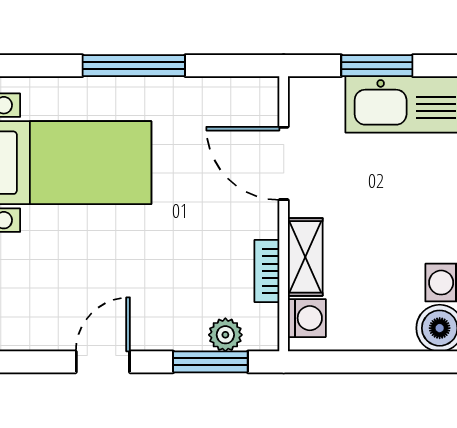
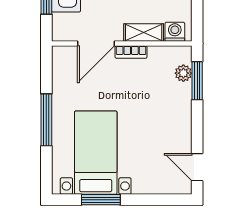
bookcase: (267, 271) -> (131, 52), moved
door: (103, 362) -> (197, 167), moved

